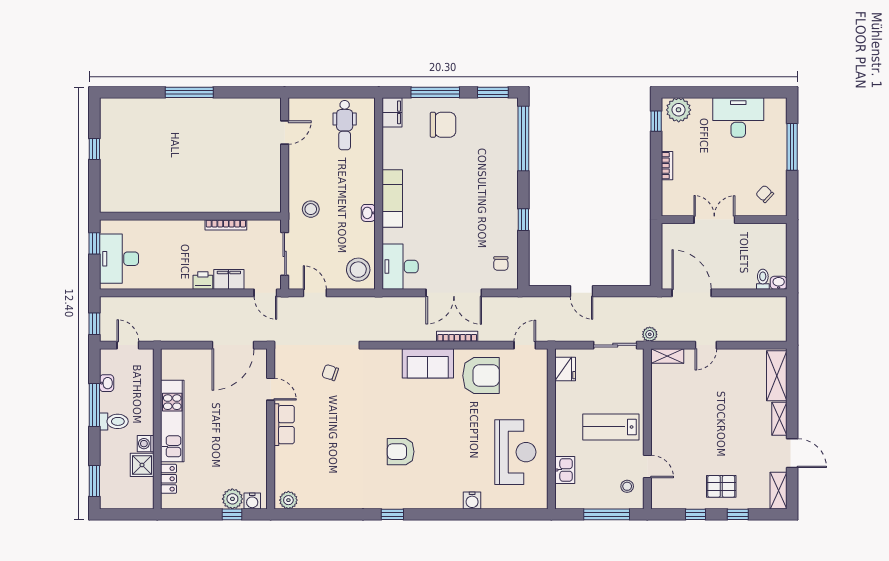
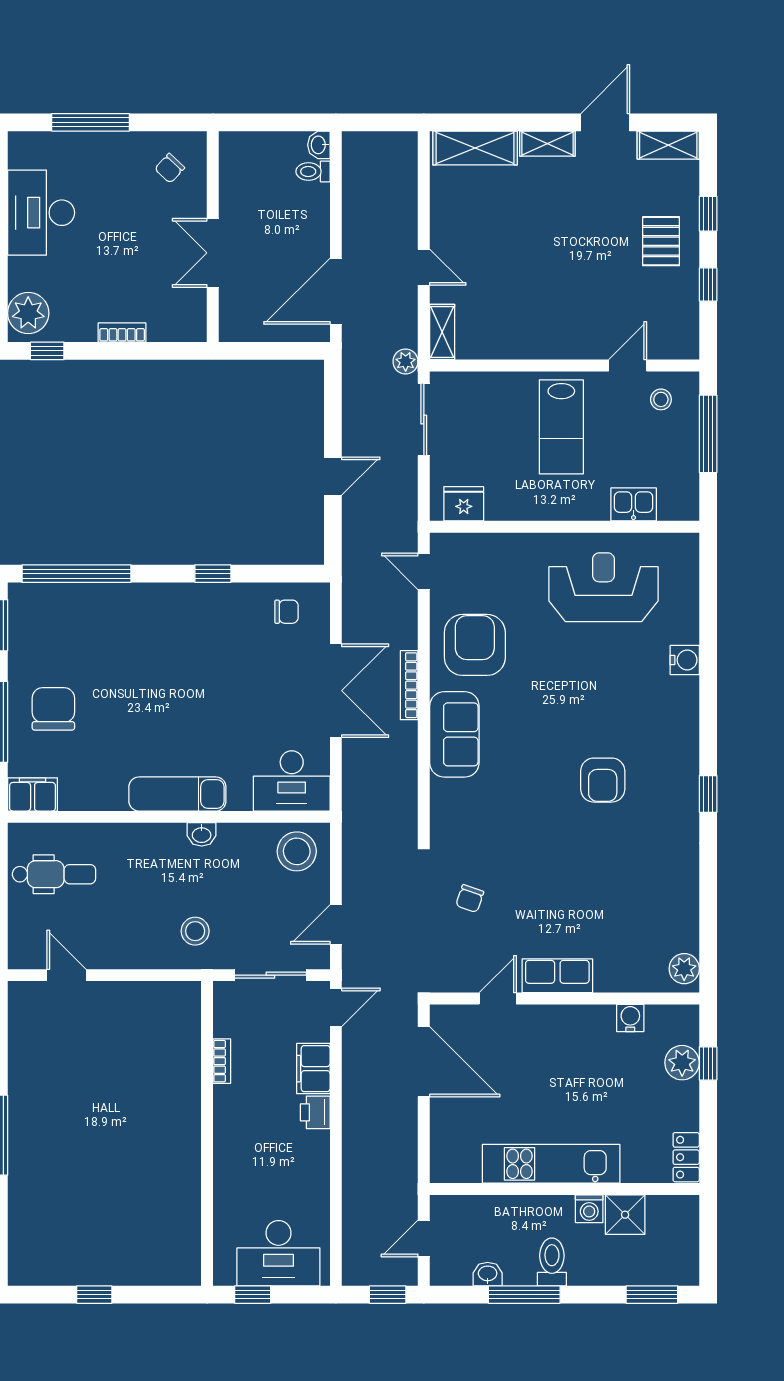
bookcase: (226, 225) -> (222, 1061), width x0.64
locker: (169, 479) -> (686, 1157), moved, turned -90
water cooler: (252, 501) -> (630, 1018), moved, turned -90

